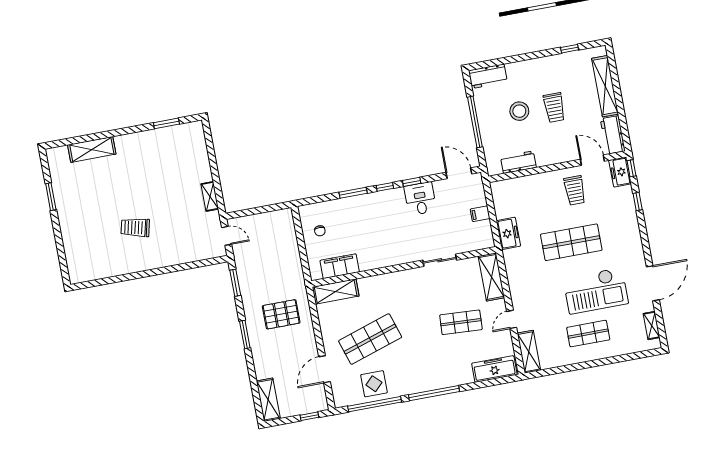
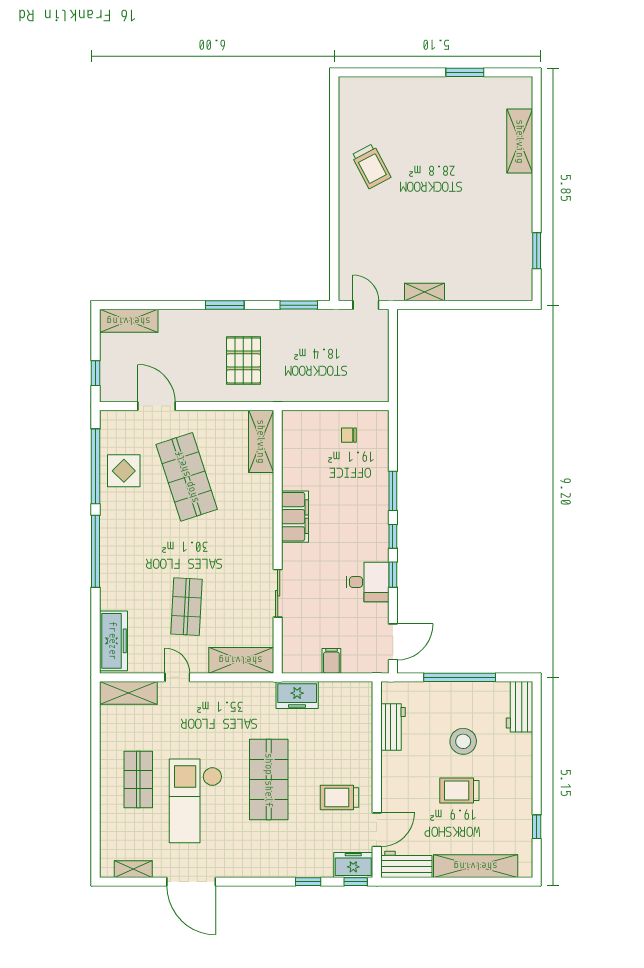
trolley: (135, 228) -> (371, 166), moved, turned 139
door: (227, 236) -> (366, 305), swing flipped
filing cabinet: (340, 266) -> (295, 517), moved

